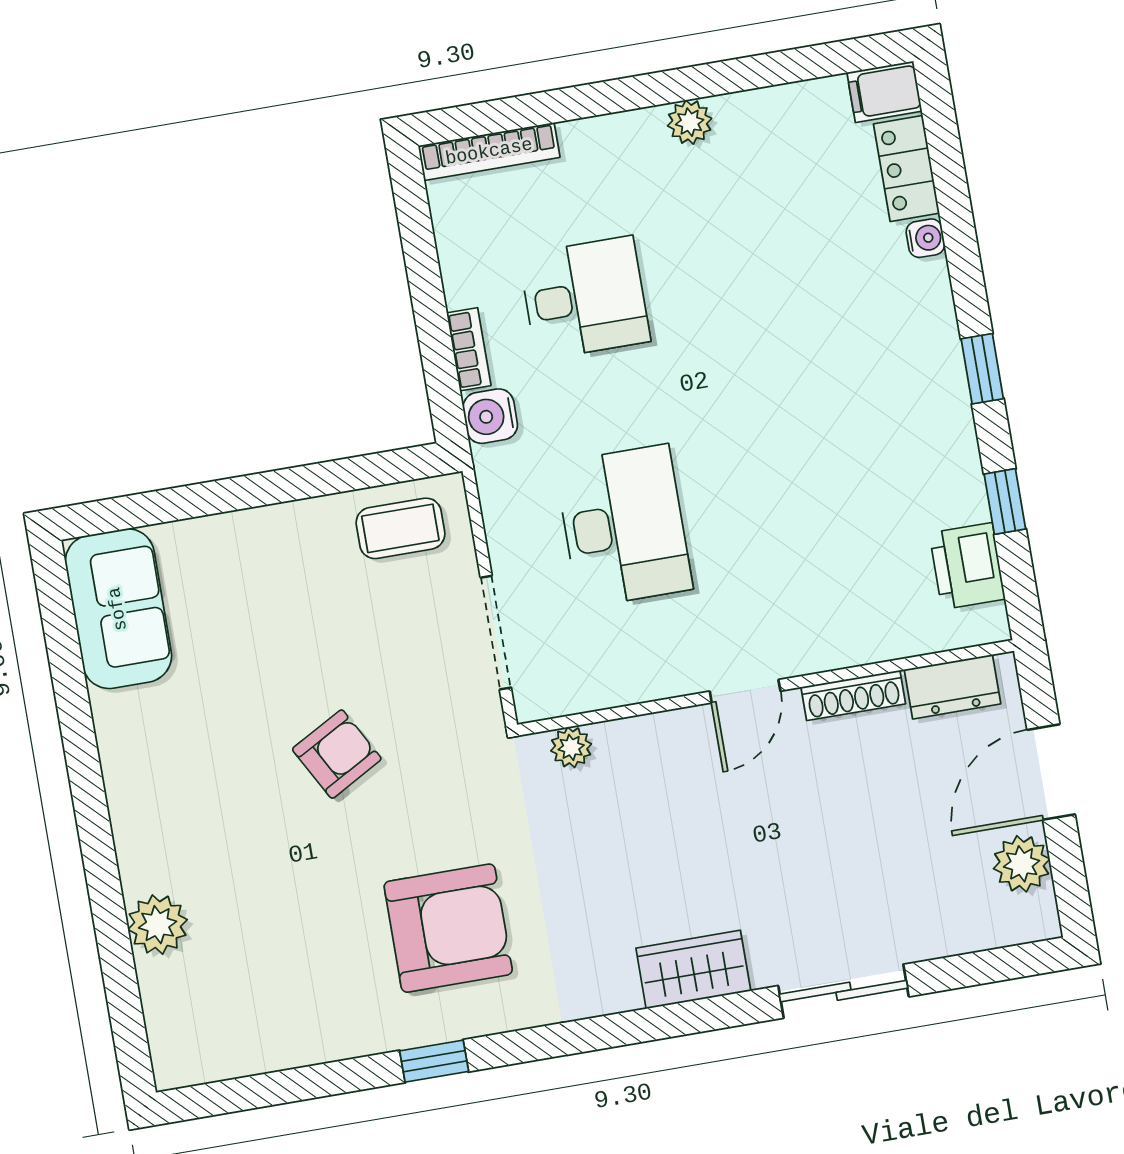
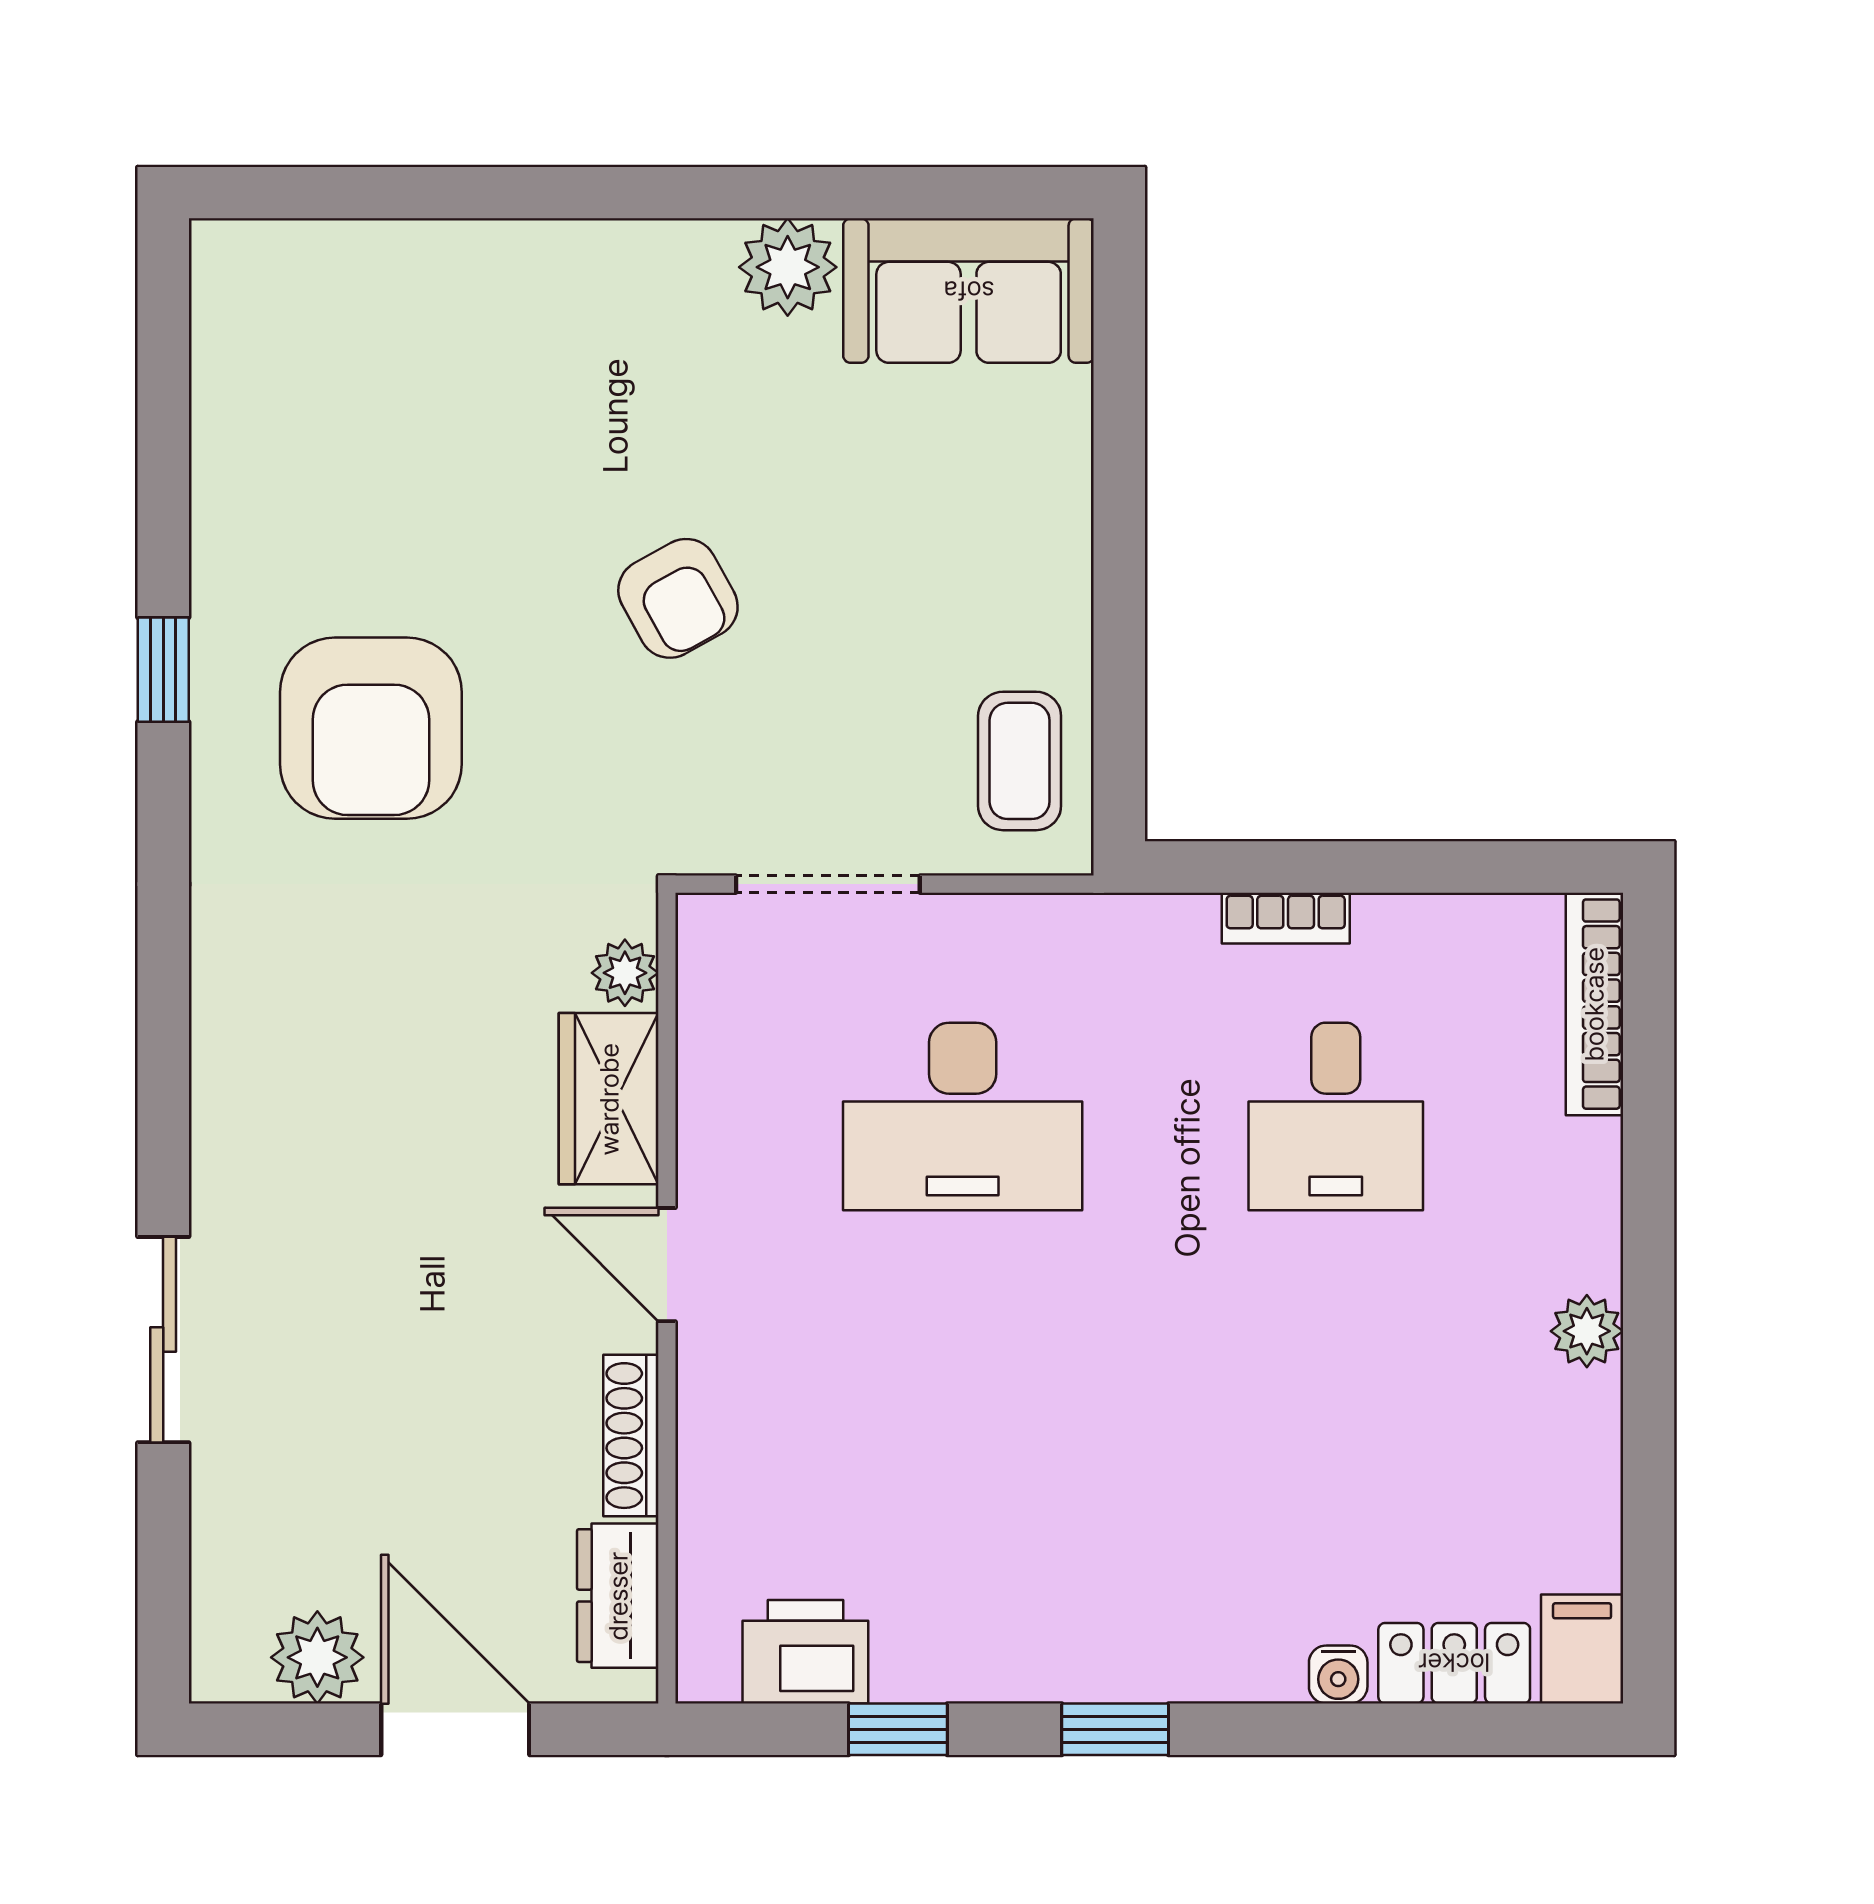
water cooler: (490, 416) -> (1174, 934), removed
plant: (158, 925) -> (788, 267), moved
wardrobe: (693, 969) -> (609, 1099), moved, turned 180

